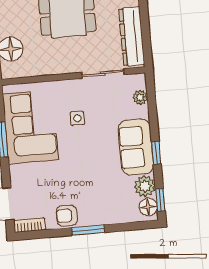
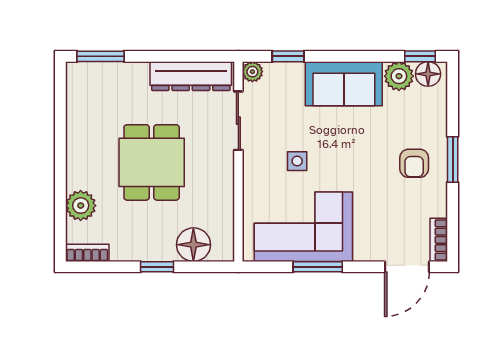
plant: (140, 97) -> (252, 72), moved
window: (156, 153) -> (288, 56), moved
armchair: (67, 216) -> (414, 163), moved

